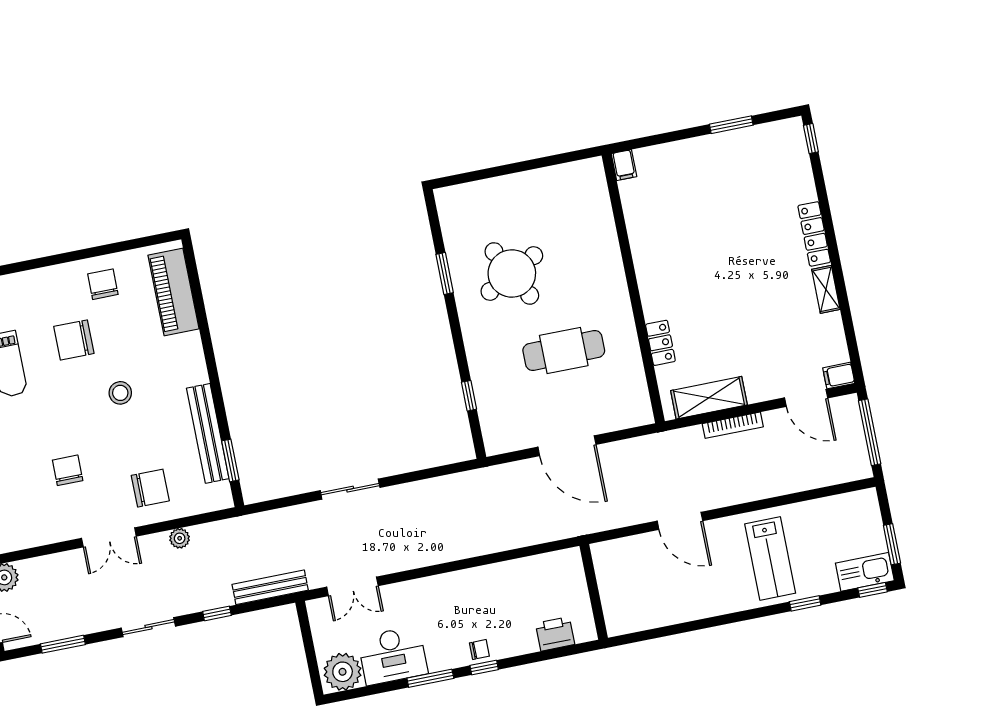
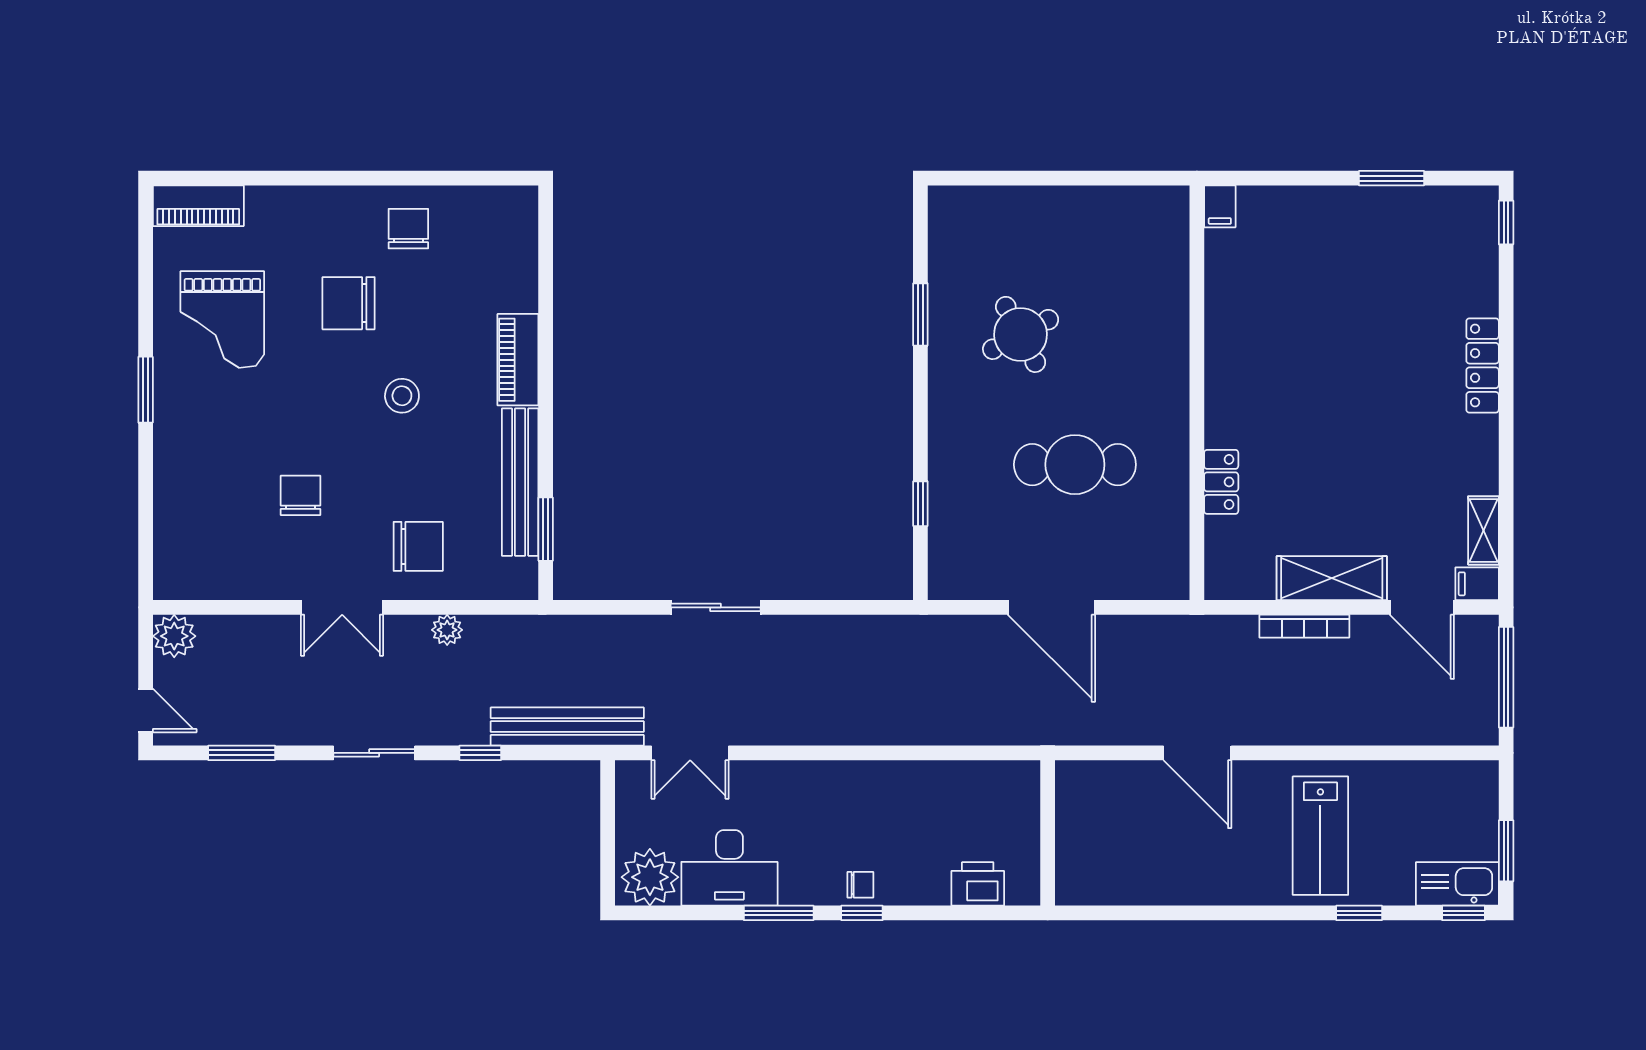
round table: (512, 273) -> (1021, 334), width x0.73, depth x0.73
shelving: (826, 289) -> (1483, 530), moved
piano: (174, 292) -> (518, 360), moved, width x0.73, depth x0.75
shelving: (709, 398) -> (1332, 578), moved
bench: (270, 587) -> (567, 727), width x1.37, depth x1.21

